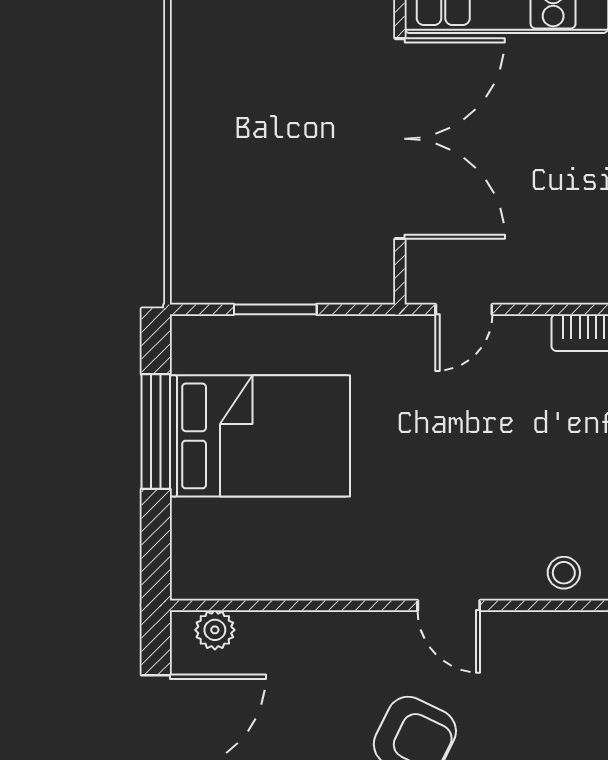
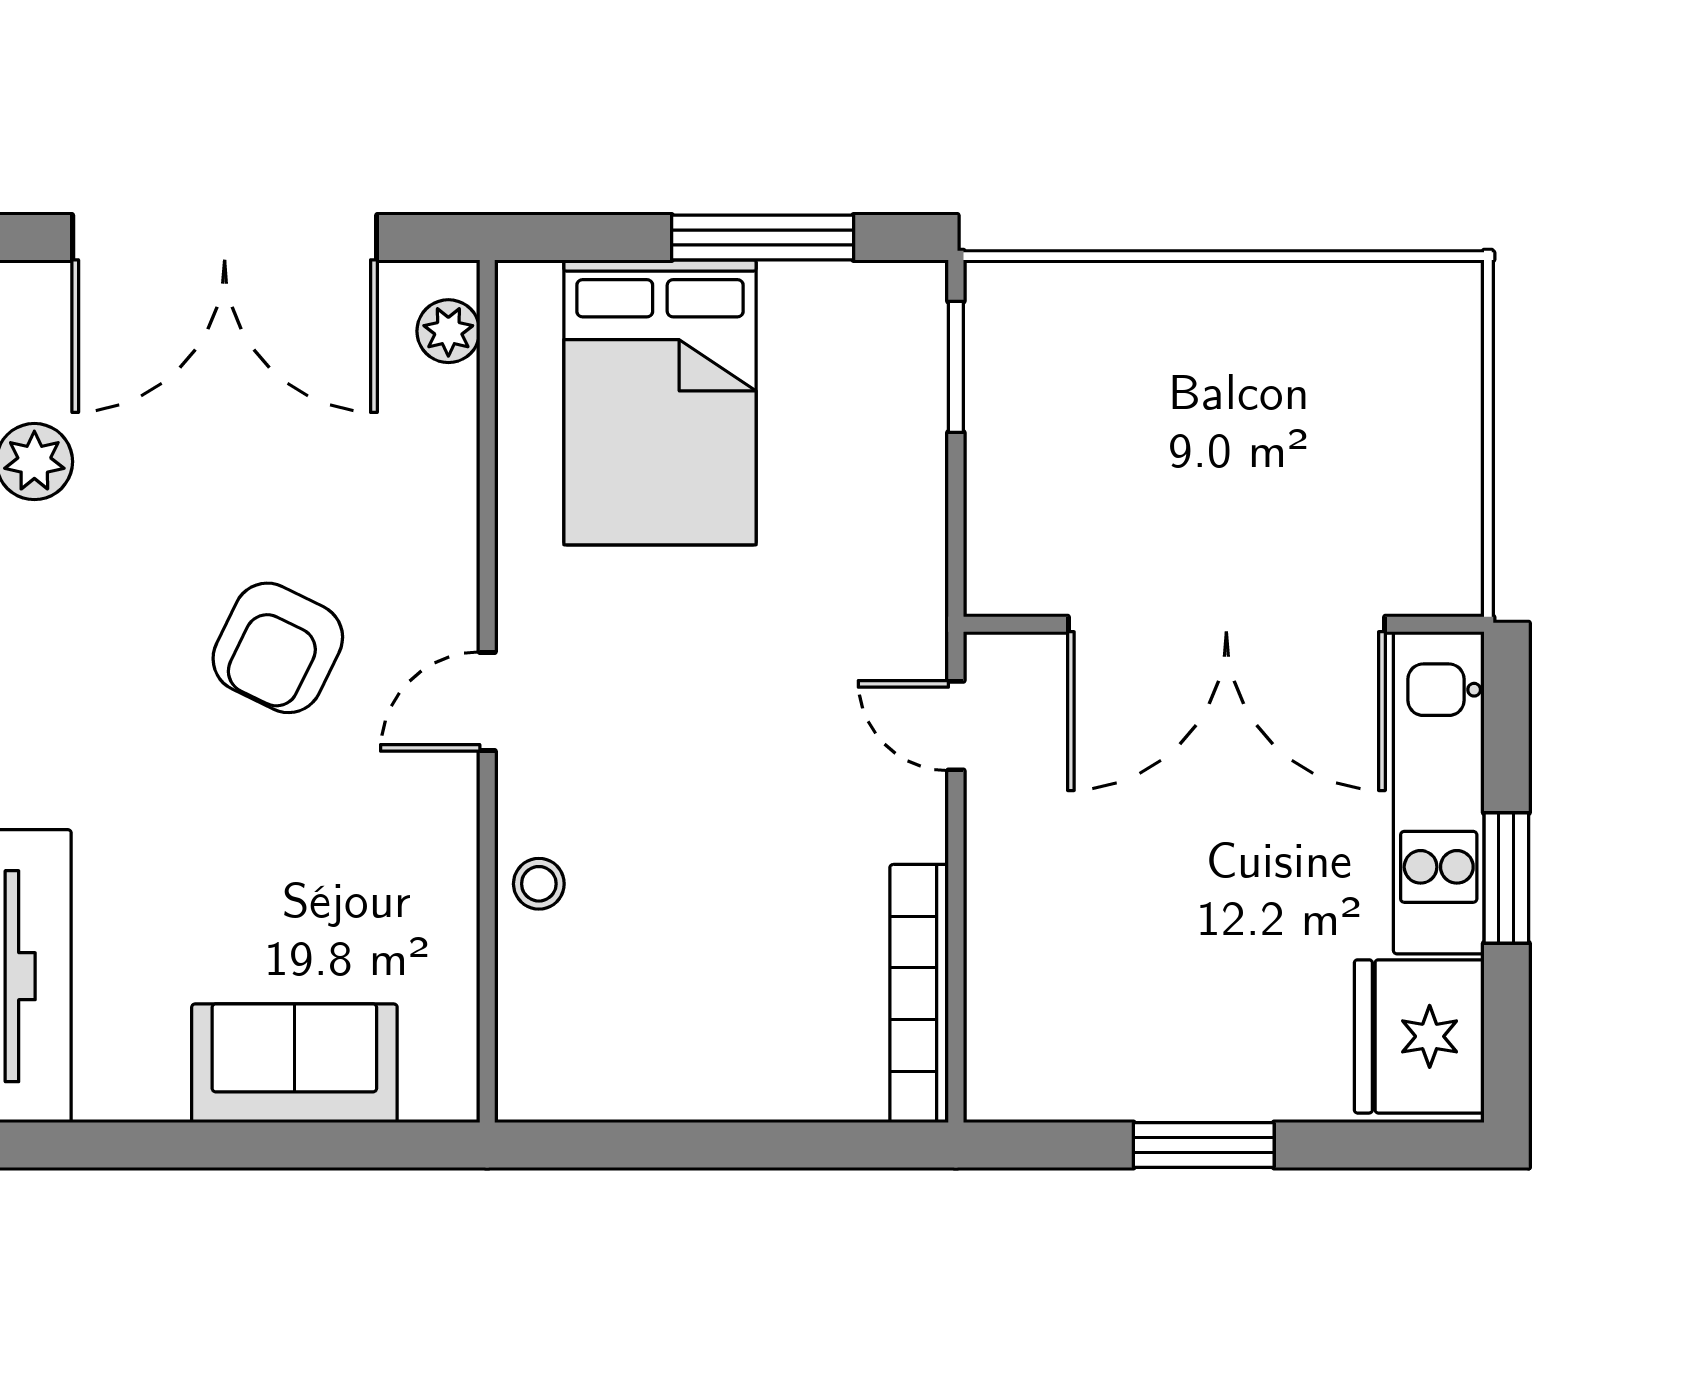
window: (275, 309) -> (956, 367), moved
bed: (260, 436) -> (660, 402), moved

